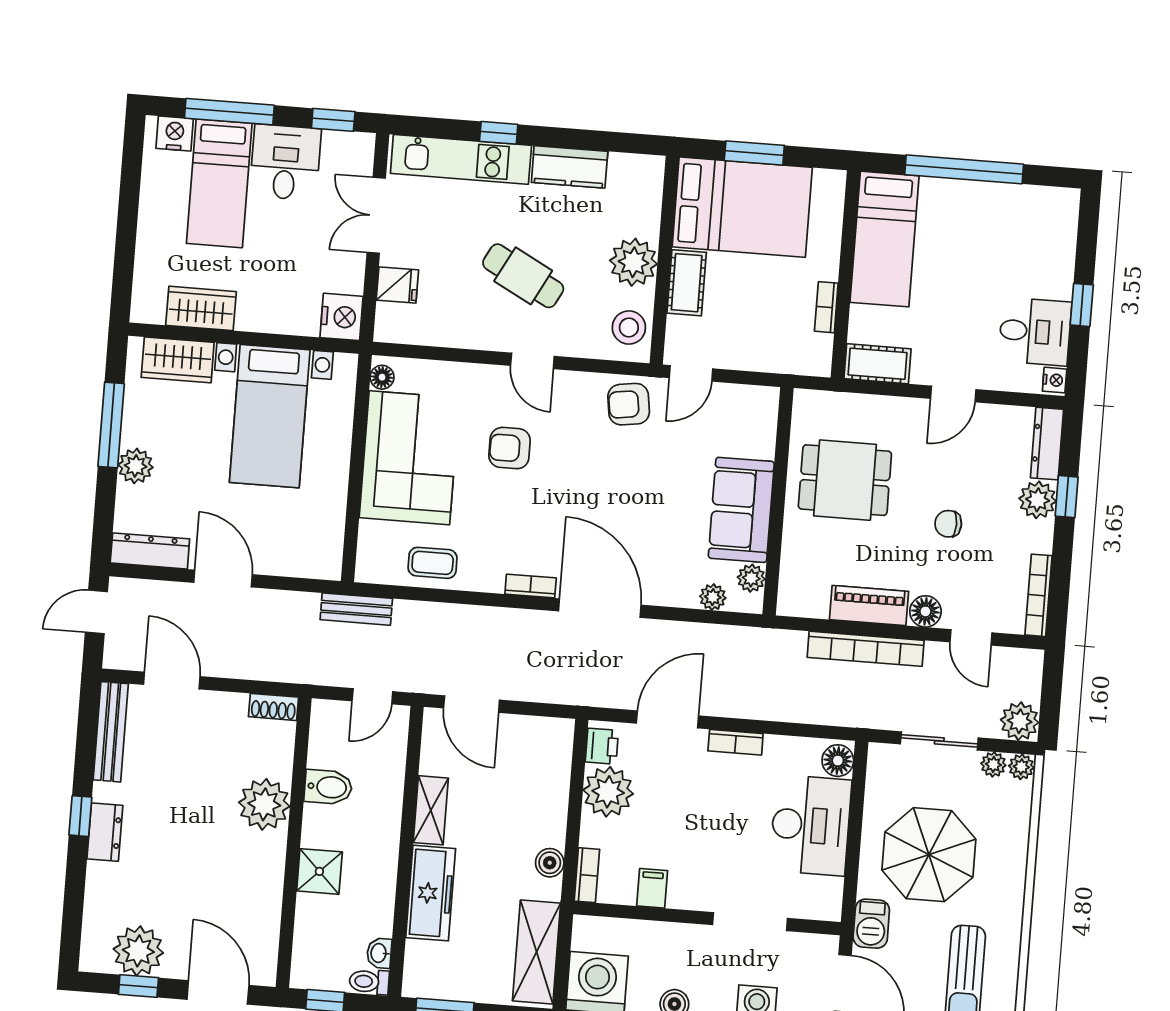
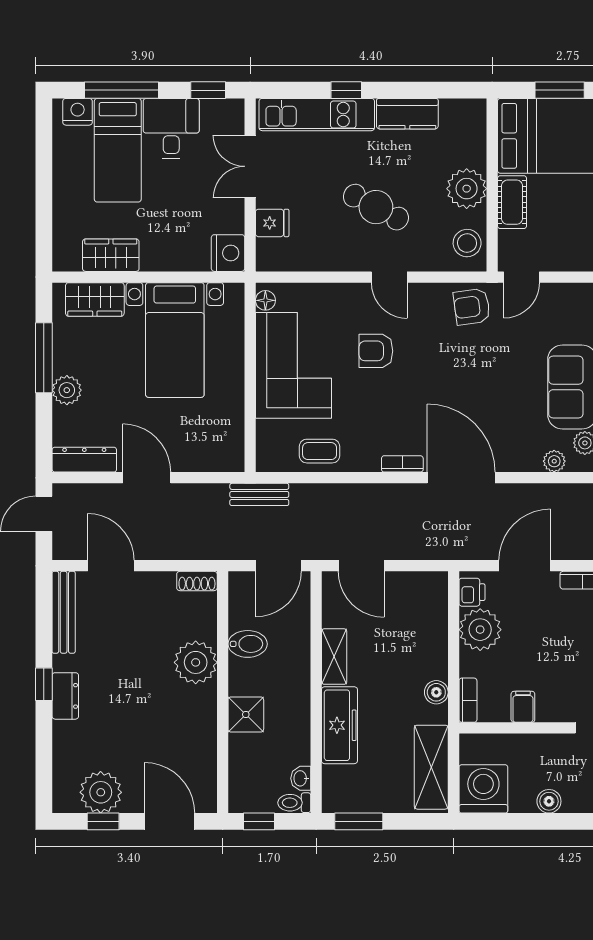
door: (372, 696) -> (278, 566), width x1.38

